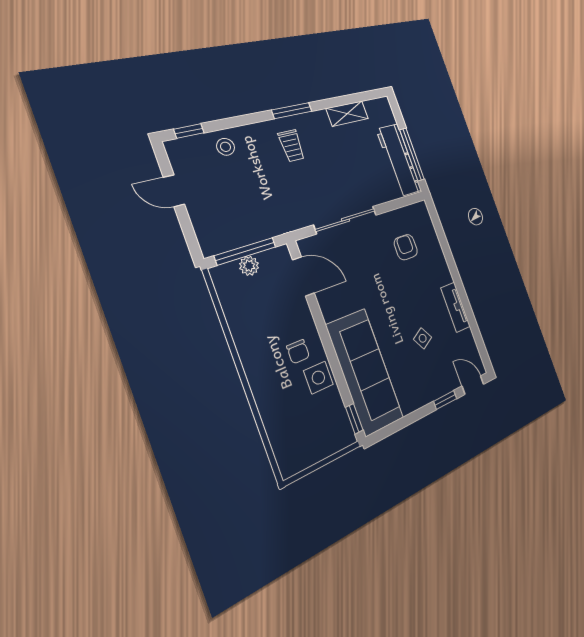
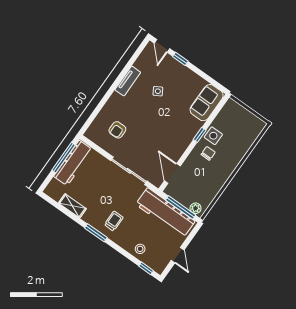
workbench: (253, 223) -> (165, 213), added
plant: (249, 266) -> (196, 208), moved
sofa: (365, 372) -> (207, 103), width x0.54, depth x0.79
window: (354, 419) -> (200, 135), moved

